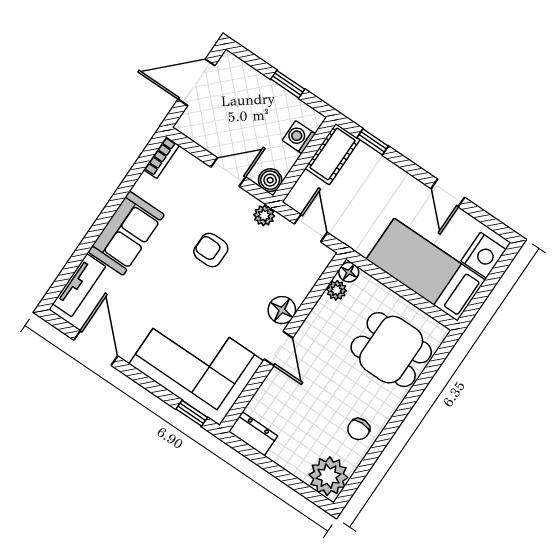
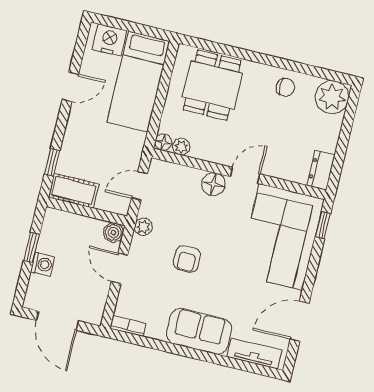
washing machine: (299, 137) -> (43, 264), moved, turned -90

